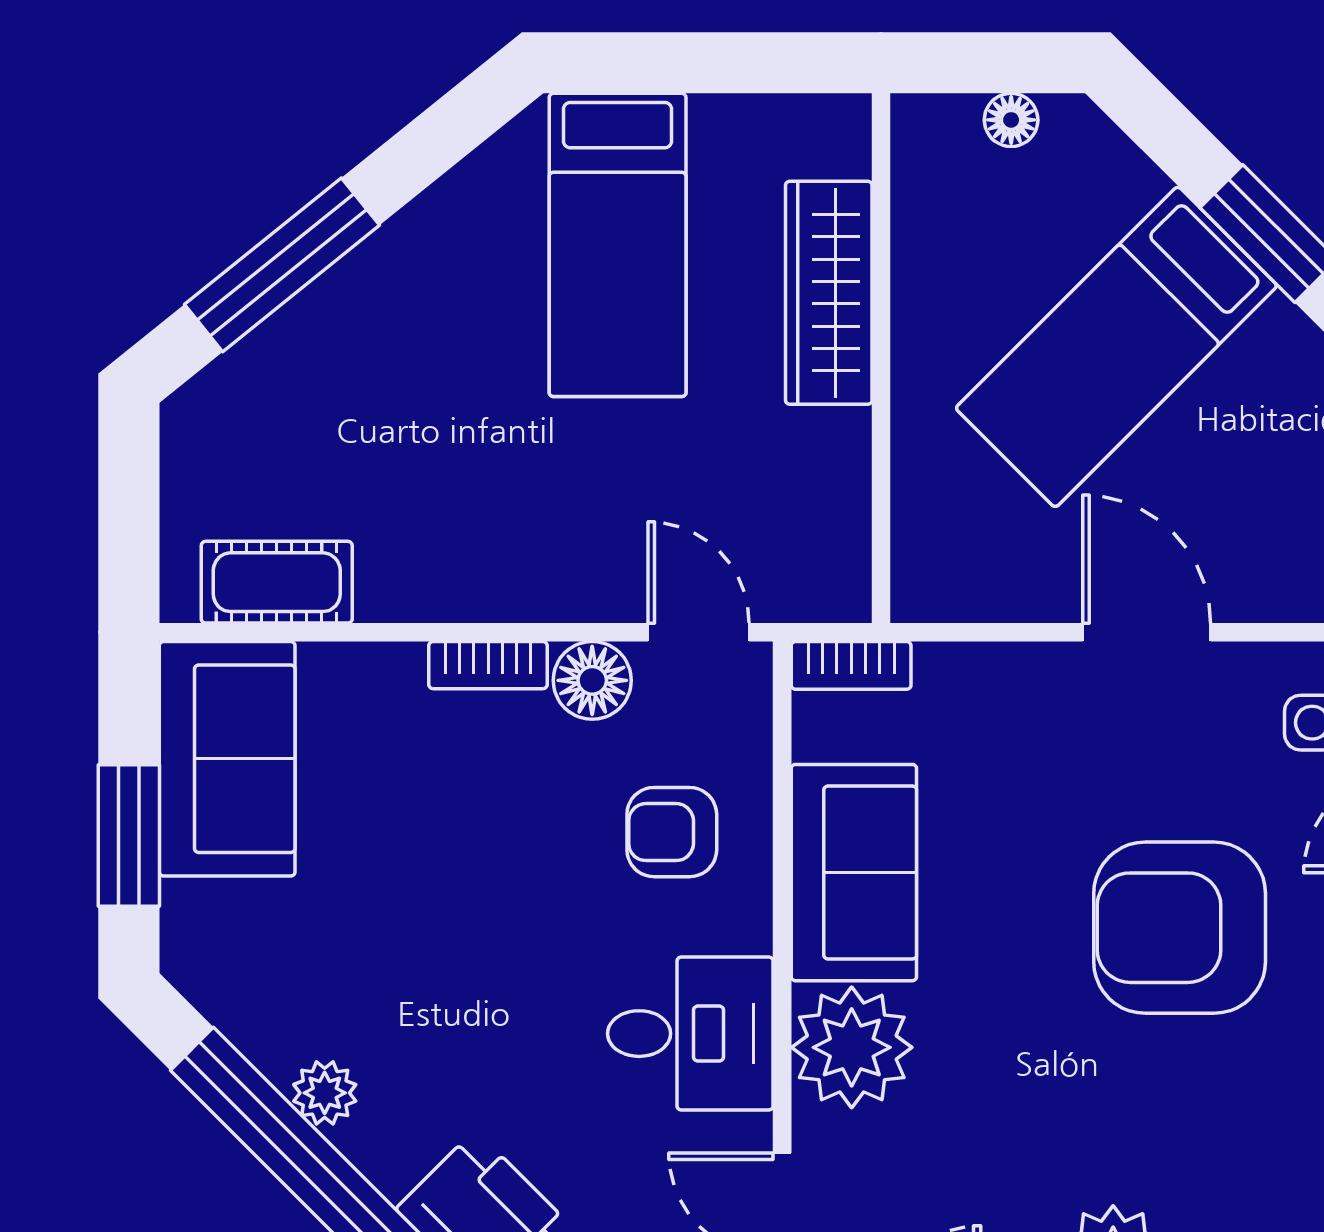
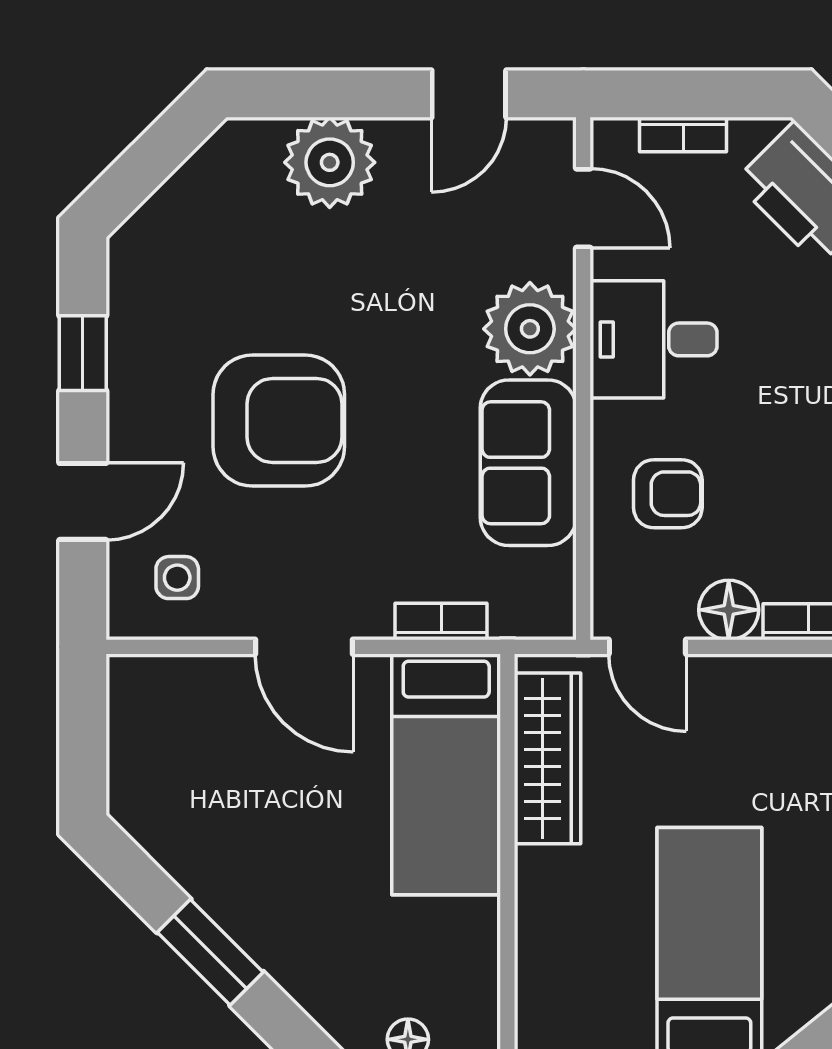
wardrobe: (829, 293) -> (547, 758), moved
bed: (1116, 347) -> (446, 774), moved, turned 135
bookcase: (851, 665) -> (441, 621), moved

